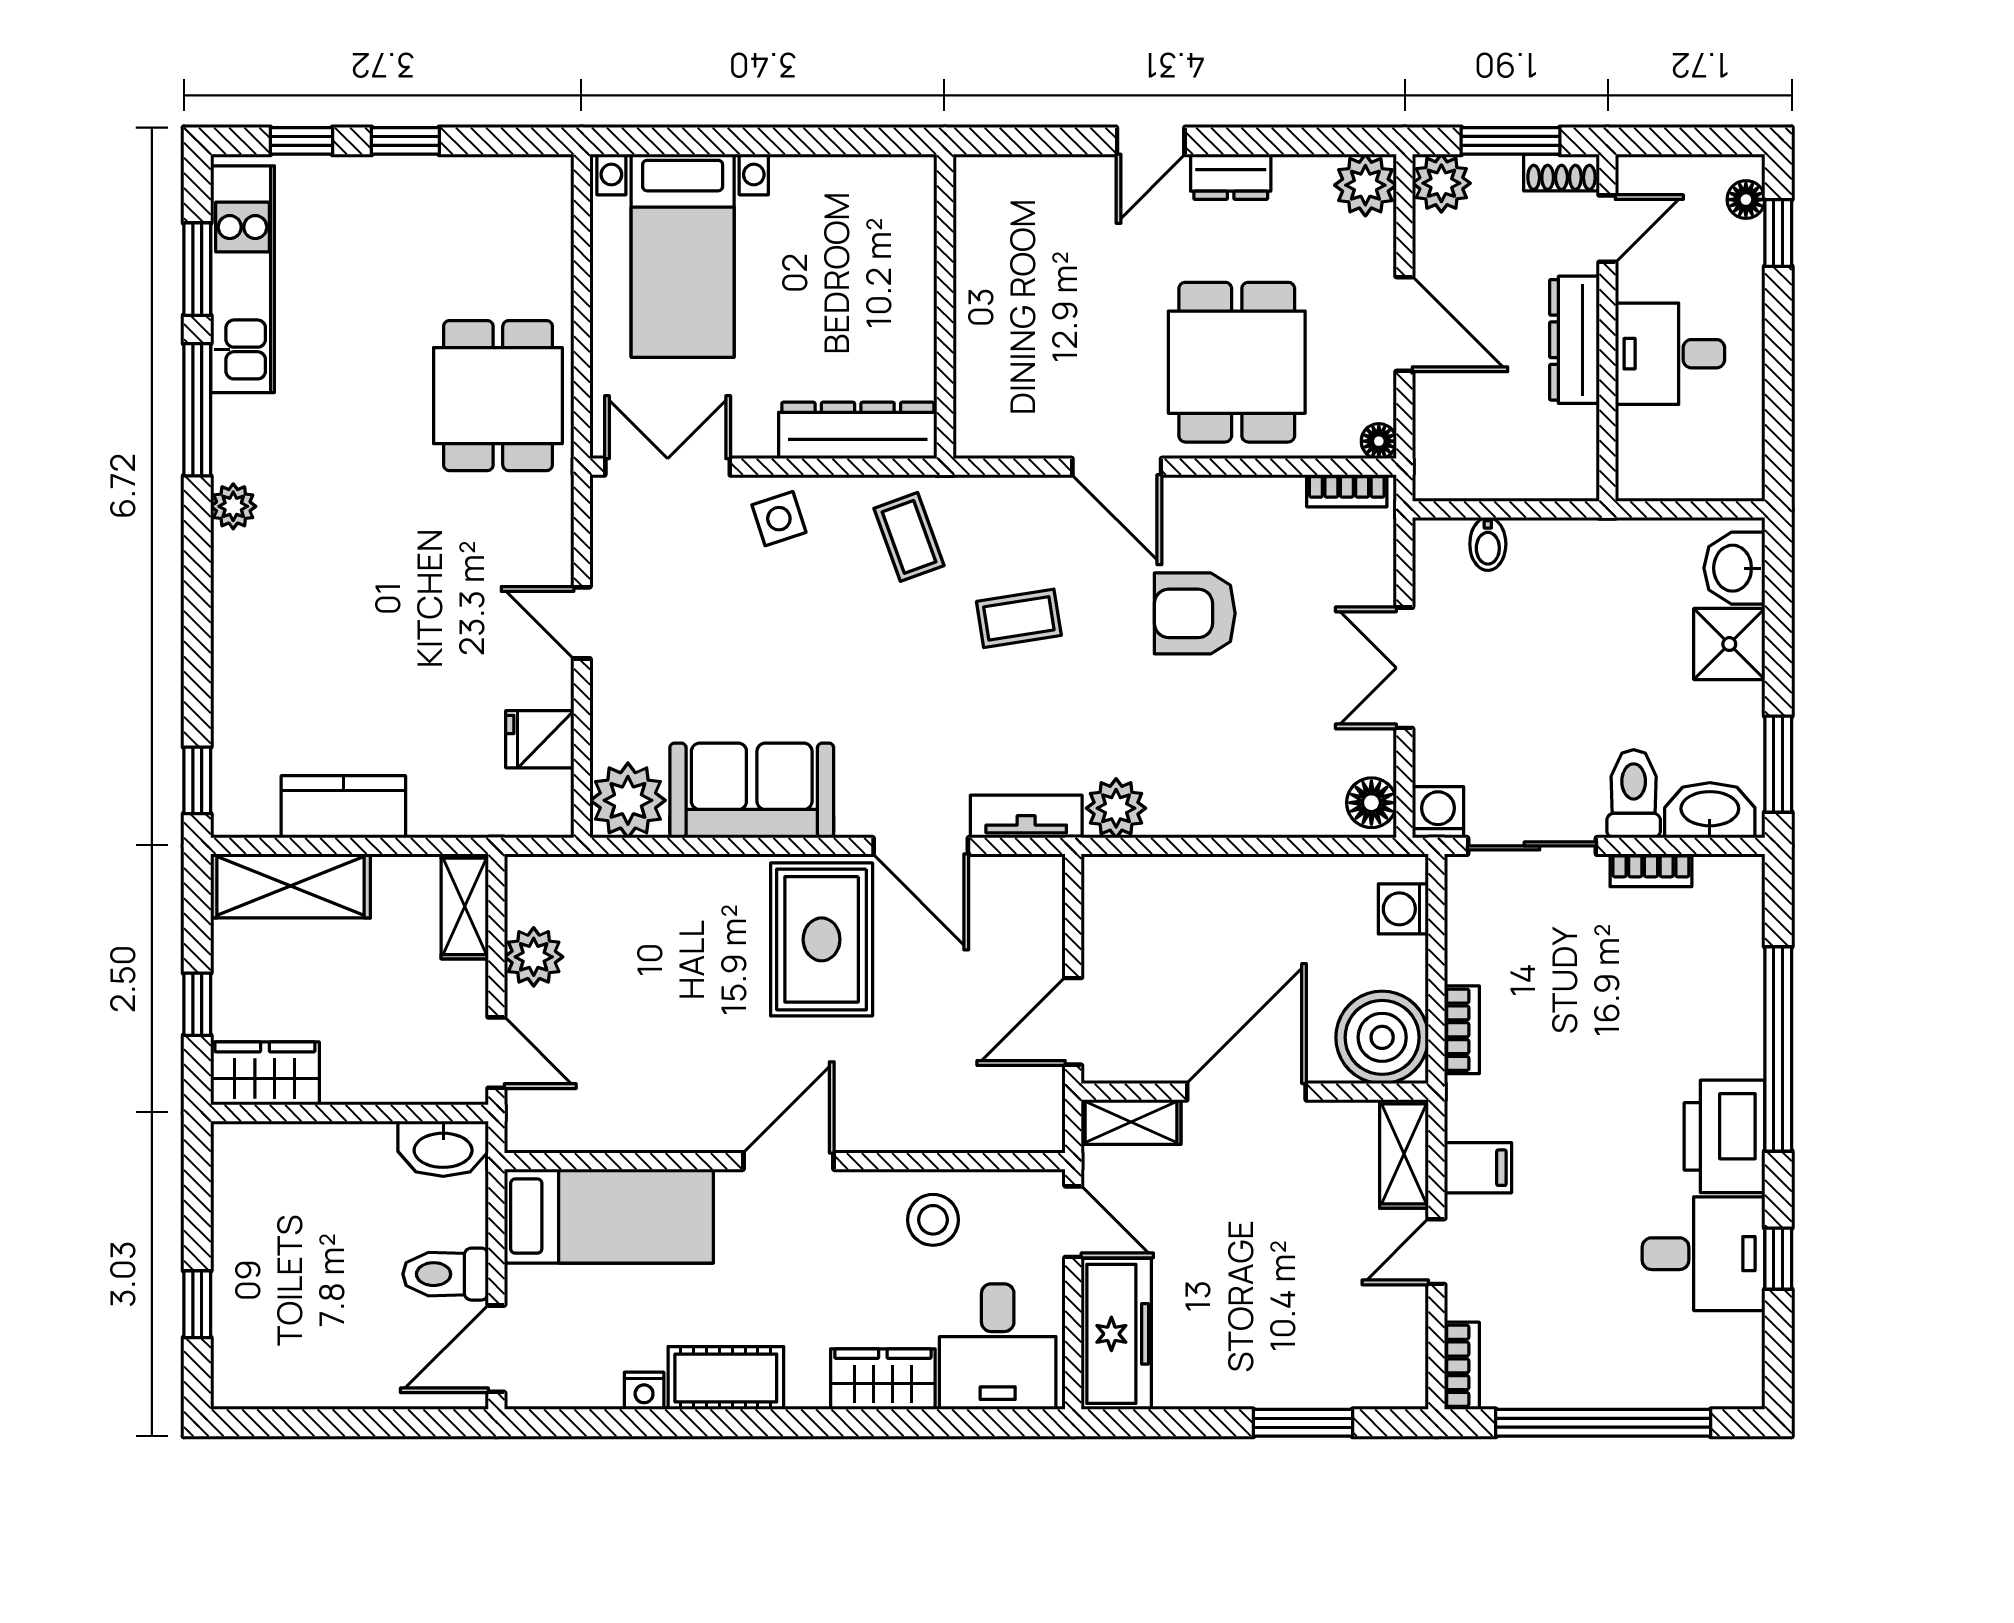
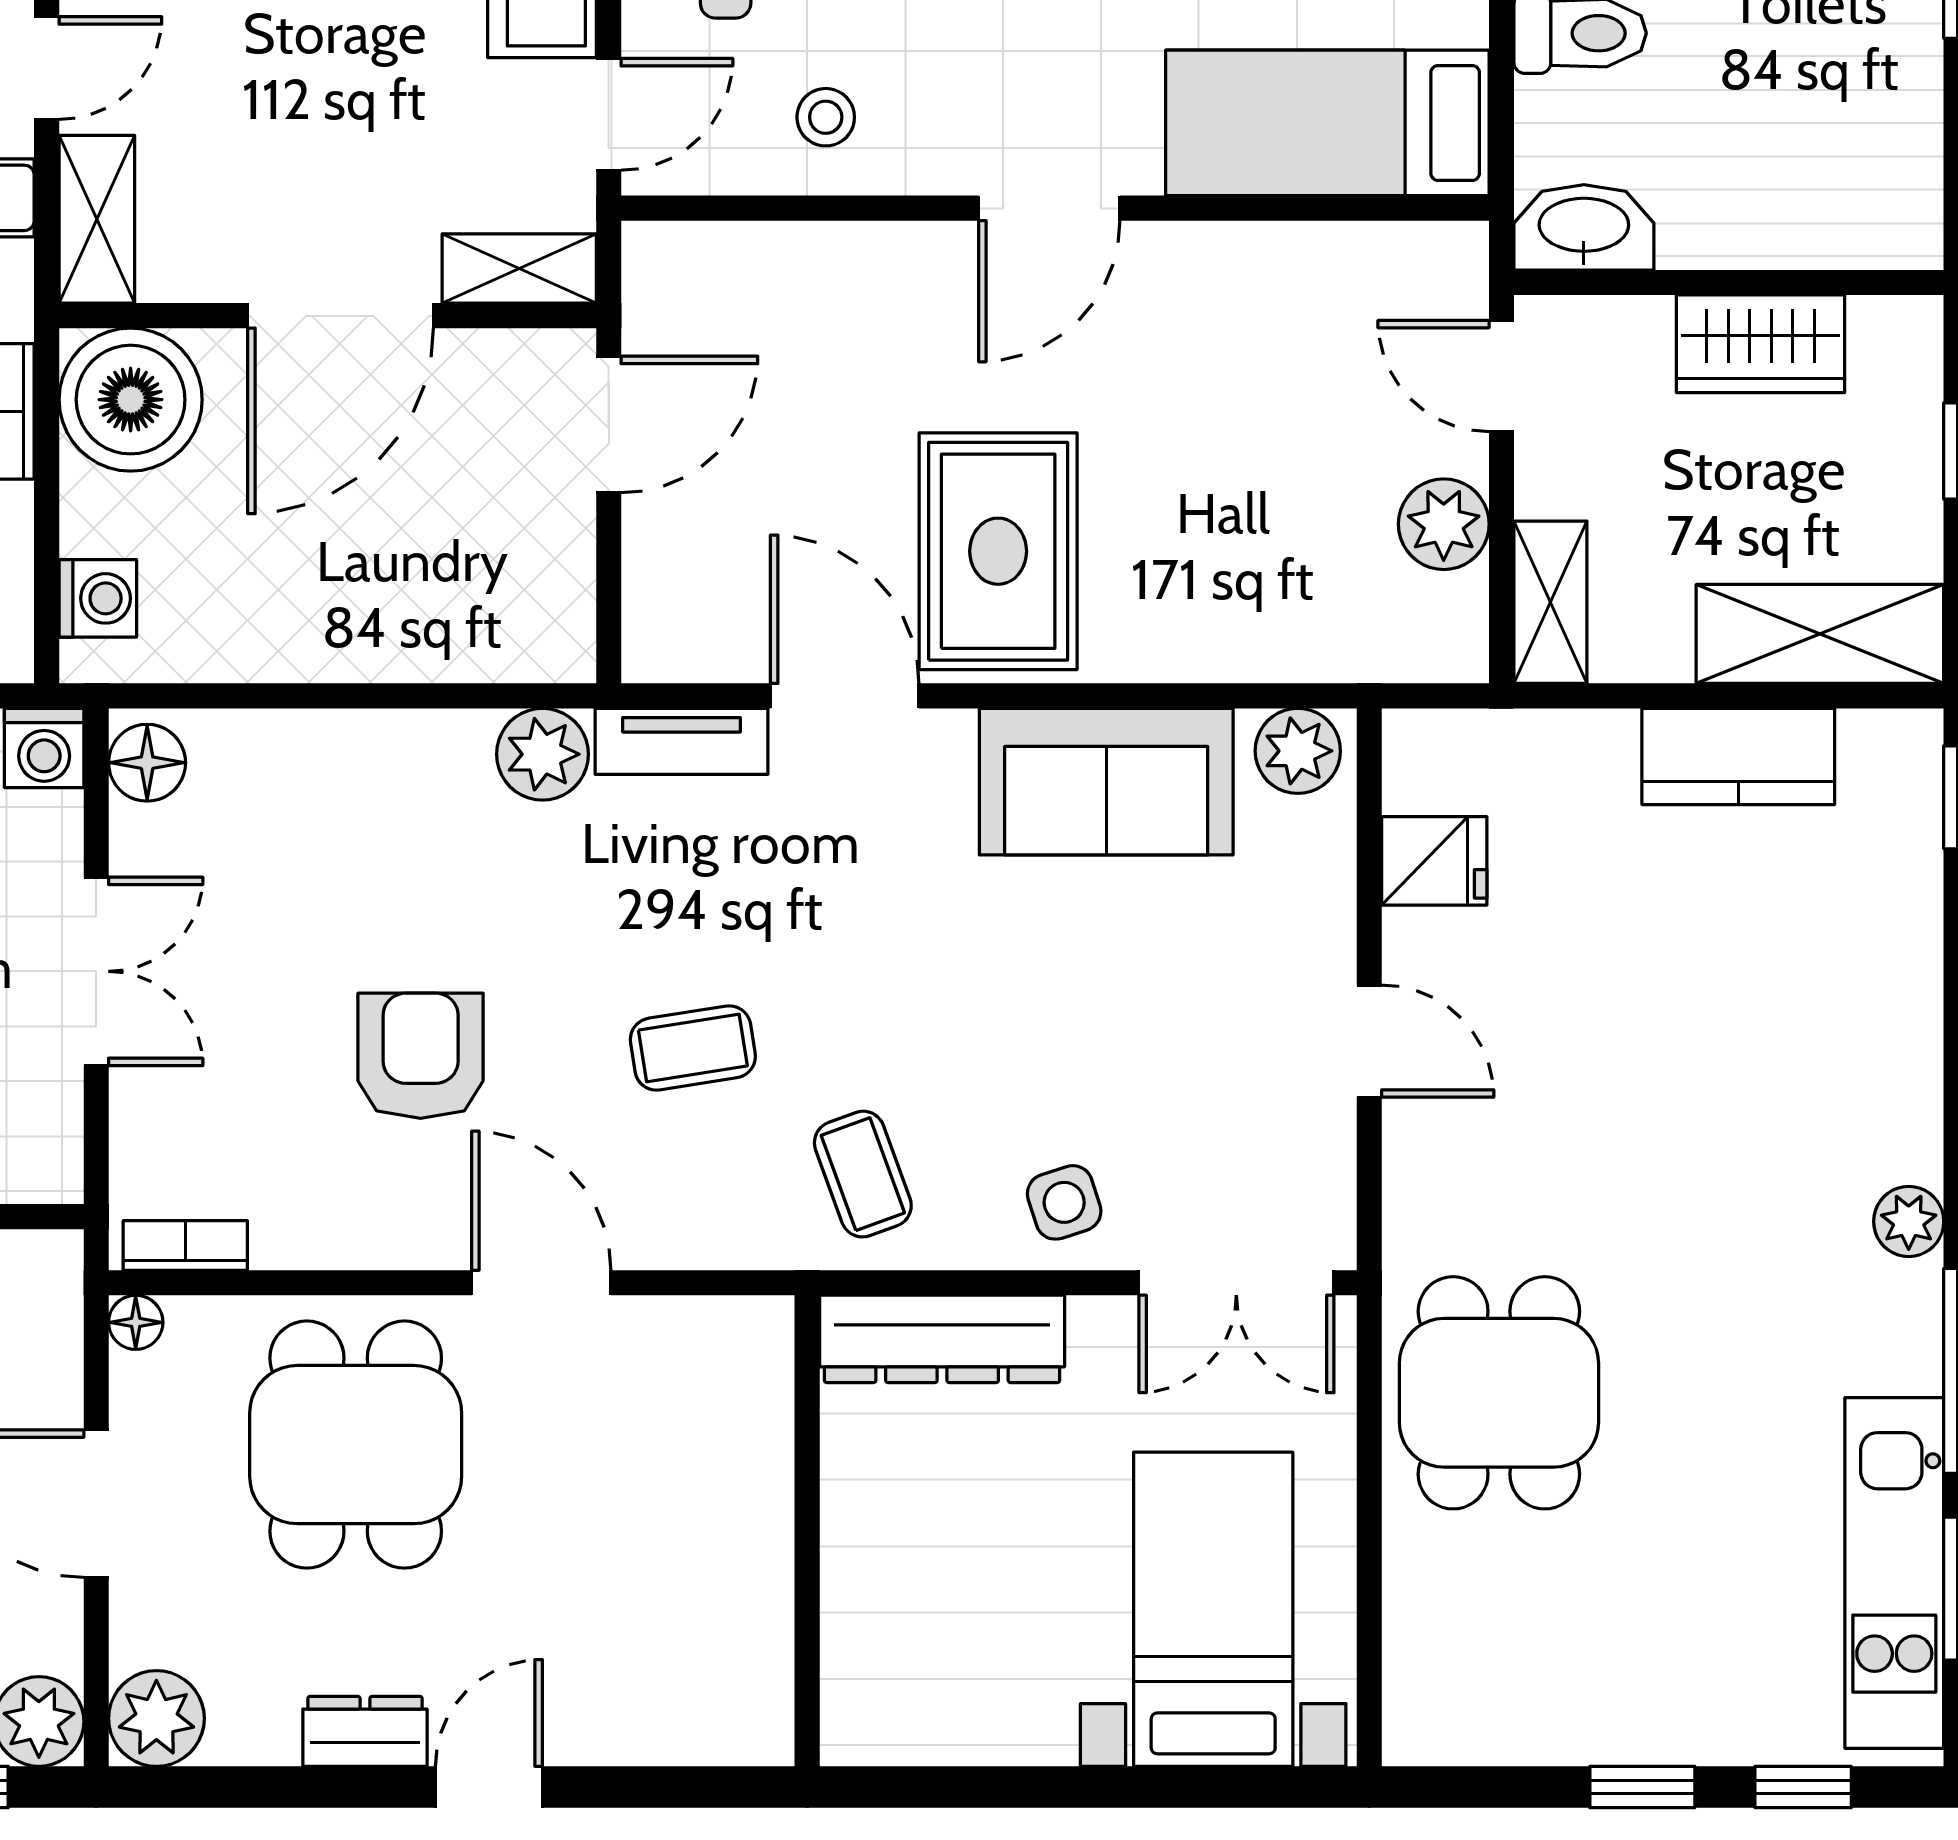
armchair: (1195, 613) -> (421, 1056), turned -90
plant: (628, 800) -> (1298, 751), width x0.73, depth x0.73
wardrobe: (265, 1073) -> (1761, 344), moved
stool: (933, 1220) -> (826, 117), width x0.73, depth x0.73
door: (1073, 1222) -> (609, 114), swing flipped

